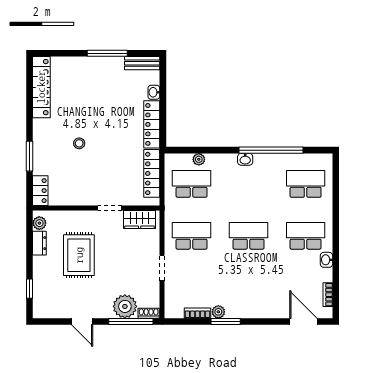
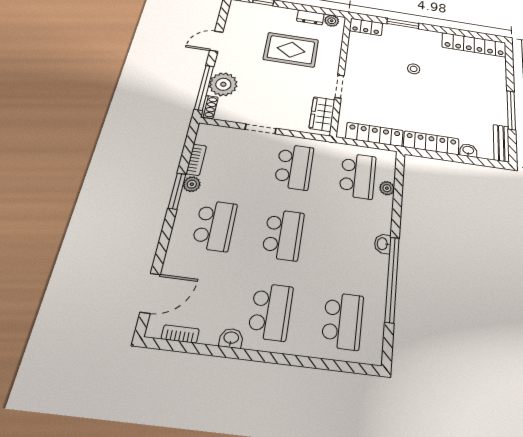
school desk: (249, 288) -> (215, 225), added

